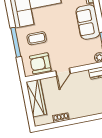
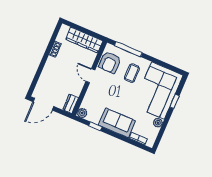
window: (16, 42) -> (128, 49), moved
armchair: (40, 63) -> (110, 62), turned 180

